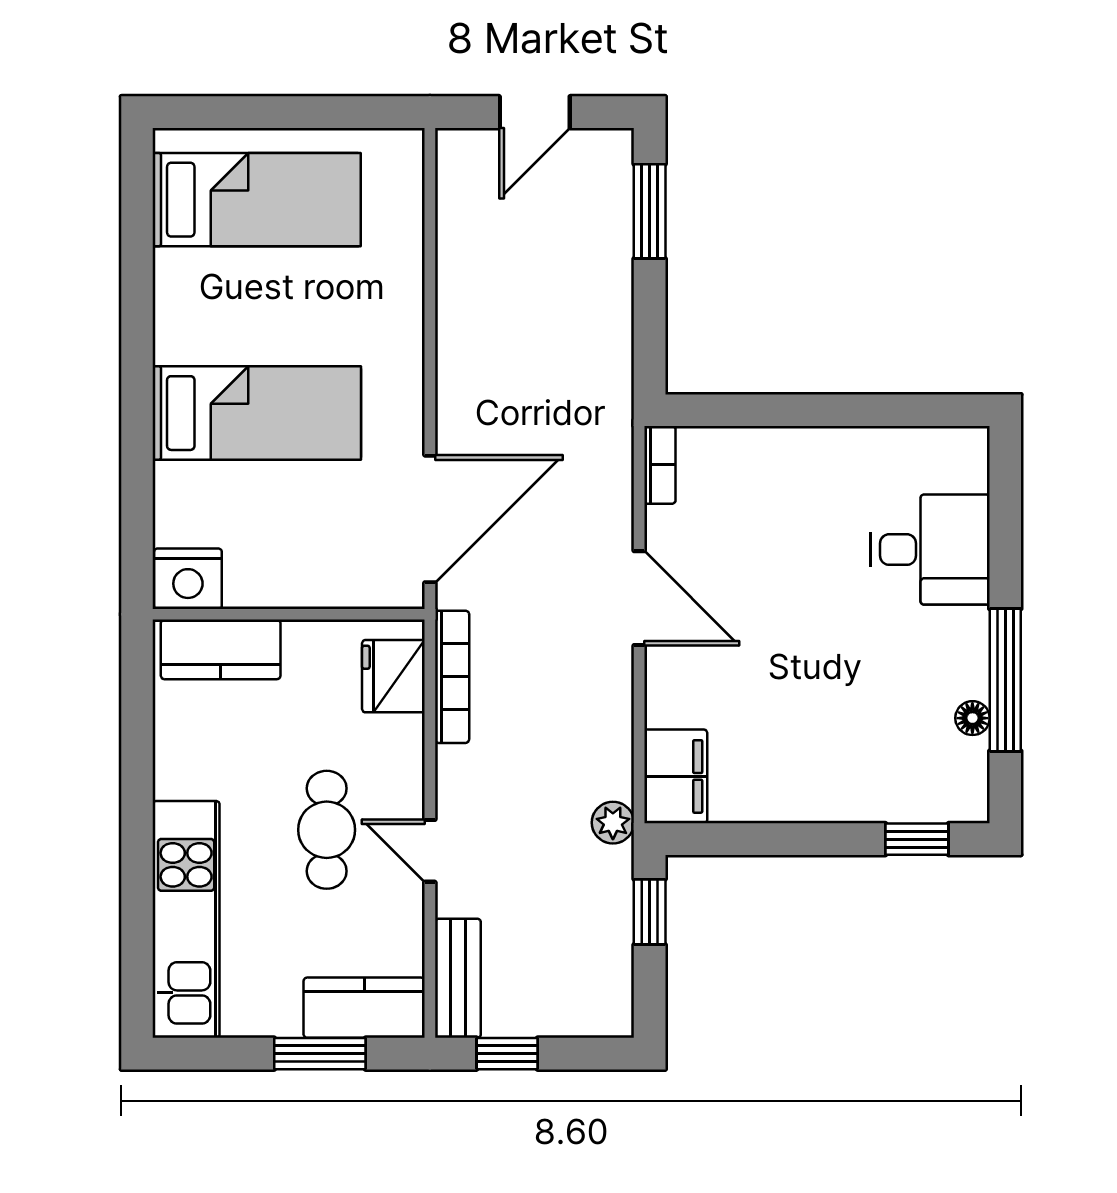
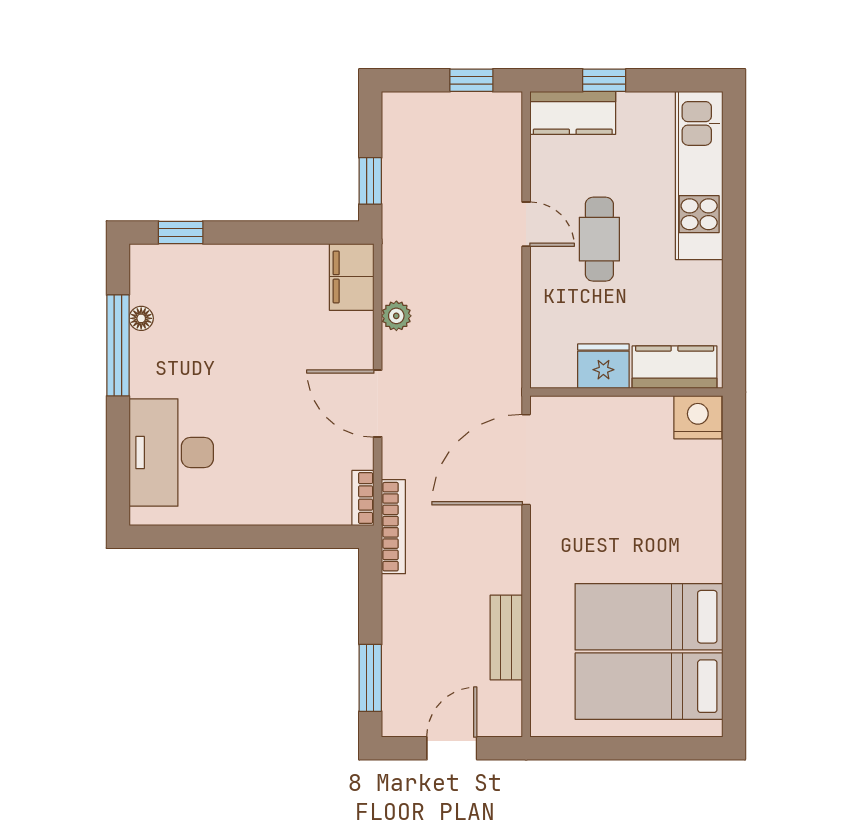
bed: (257, 413) -> (649, 617), moved
desk: (930, 550) -> (171, 453), width x1.37
fridge: (393, 676) -> (603, 366), moved, turned -90
bookcase: (452, 677) -> (393, 527), moved, turned 180
plant: (613, 823) -> (396, 316), moved
bench: (458, 978) -> (506, 637), moved
window: (320, 1054) -> (604, 80), width x0.67

